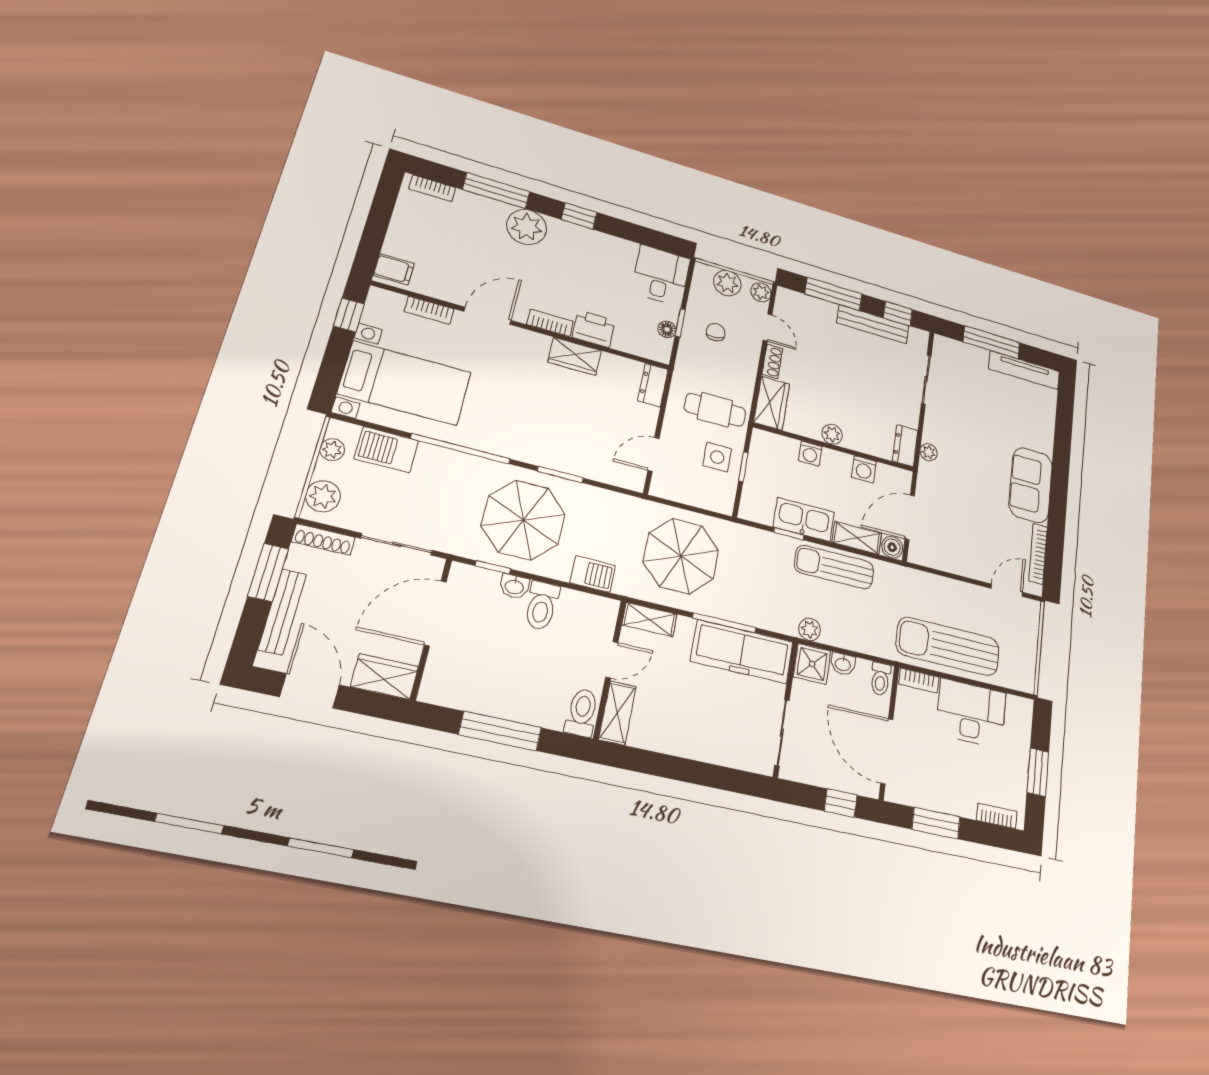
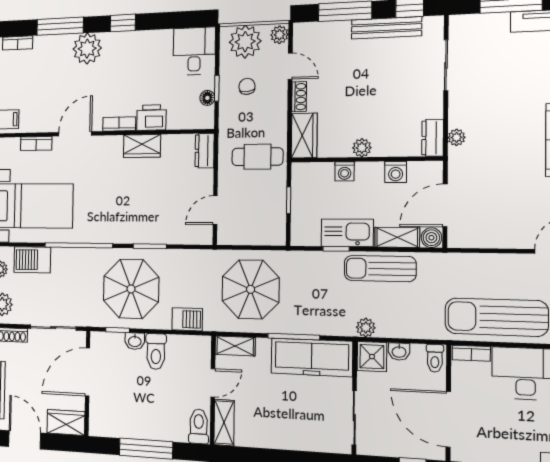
plant: (727, 283) -> (245, 42), width x1.36, depth x1.36
side table: (717, 457) -> (266, 198), removed

